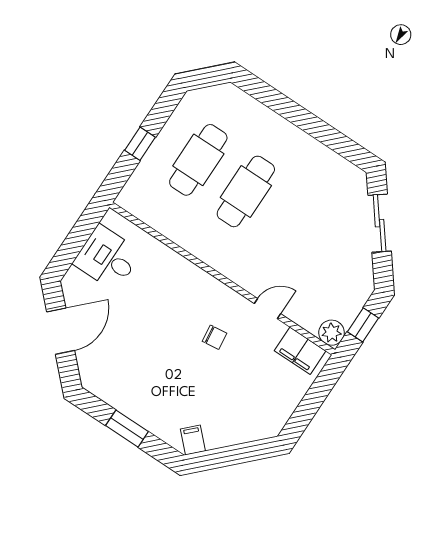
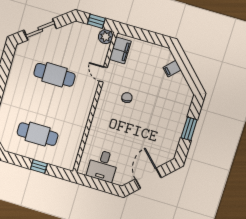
cafe table: (246, 191) -> (54, 75), moved
door: (61, 331) -> (148, 178), hinge flipped
filing cabinet: (193, 440) -> (172, 69), moved

